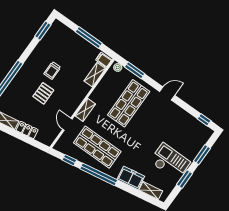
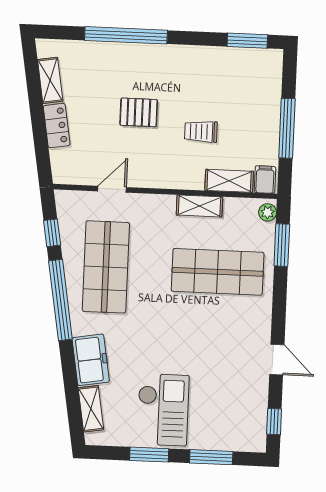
trolley: (52, 71) -> (201, 132), moved
door: (167, 94) -> (277, 360), moved
shelving: (85, 110) -> (199, 206), moved

